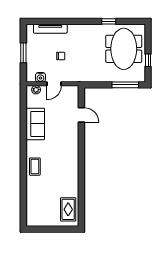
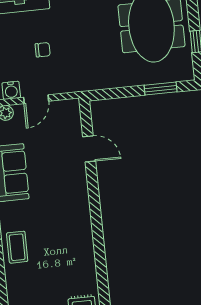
window: (125, 85) -> (161, 89), width x0.69

